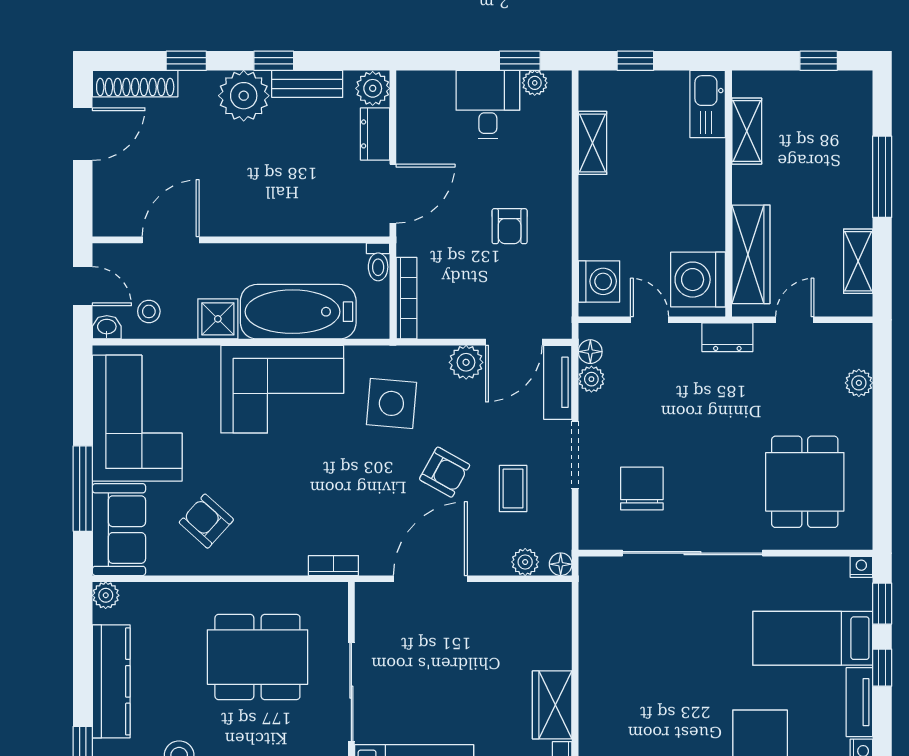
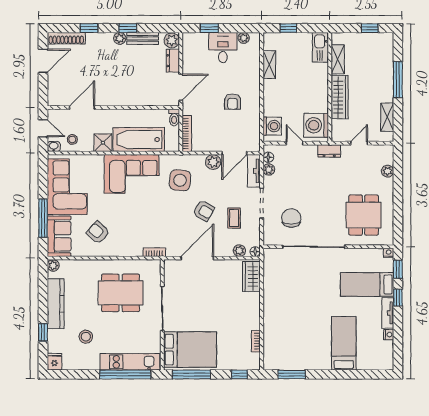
window: (520, 61) -> (209, 28), moved
plant: (244, 96) -> (120, 38), width x0.53, depth x0.53
wardrobe: (751, 254) -> (340, 97), moved
wardrobe: (552, 705) -> (251, 277), moved

